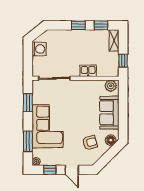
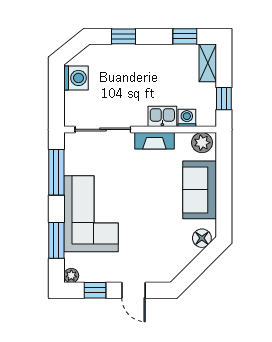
window: (78, 25) -> (123, 36), moved
washing machine: (102, 72) -> (187, 118), added
fireplace: (84, 85) -> (154, 141), added
window: (28, 103) -> (56, 172), width x1.44
armchair: (90, 143) -> (165, 243), removed

